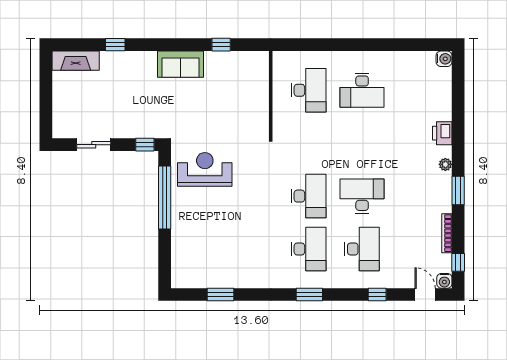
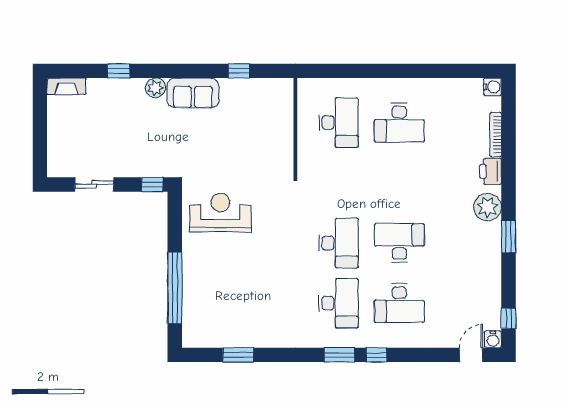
plant: (148, 60) -> (156, 88), added
fireplace: (76, 61) -> (66, 86), width x0.73, depth x0.76
plant: (445, 164) -> (488, 207), width x1.88, depth x1.88
window: (165, 198) -> (175, 288), moved
bookcase: (447, 233) -> (496, 135), moved
desk: (362, 249) -> (399, 303), turned 90
window: (377, 295) -> (376, 355), moved
door: (425, 295) -> (471, 355), hinge flipped

